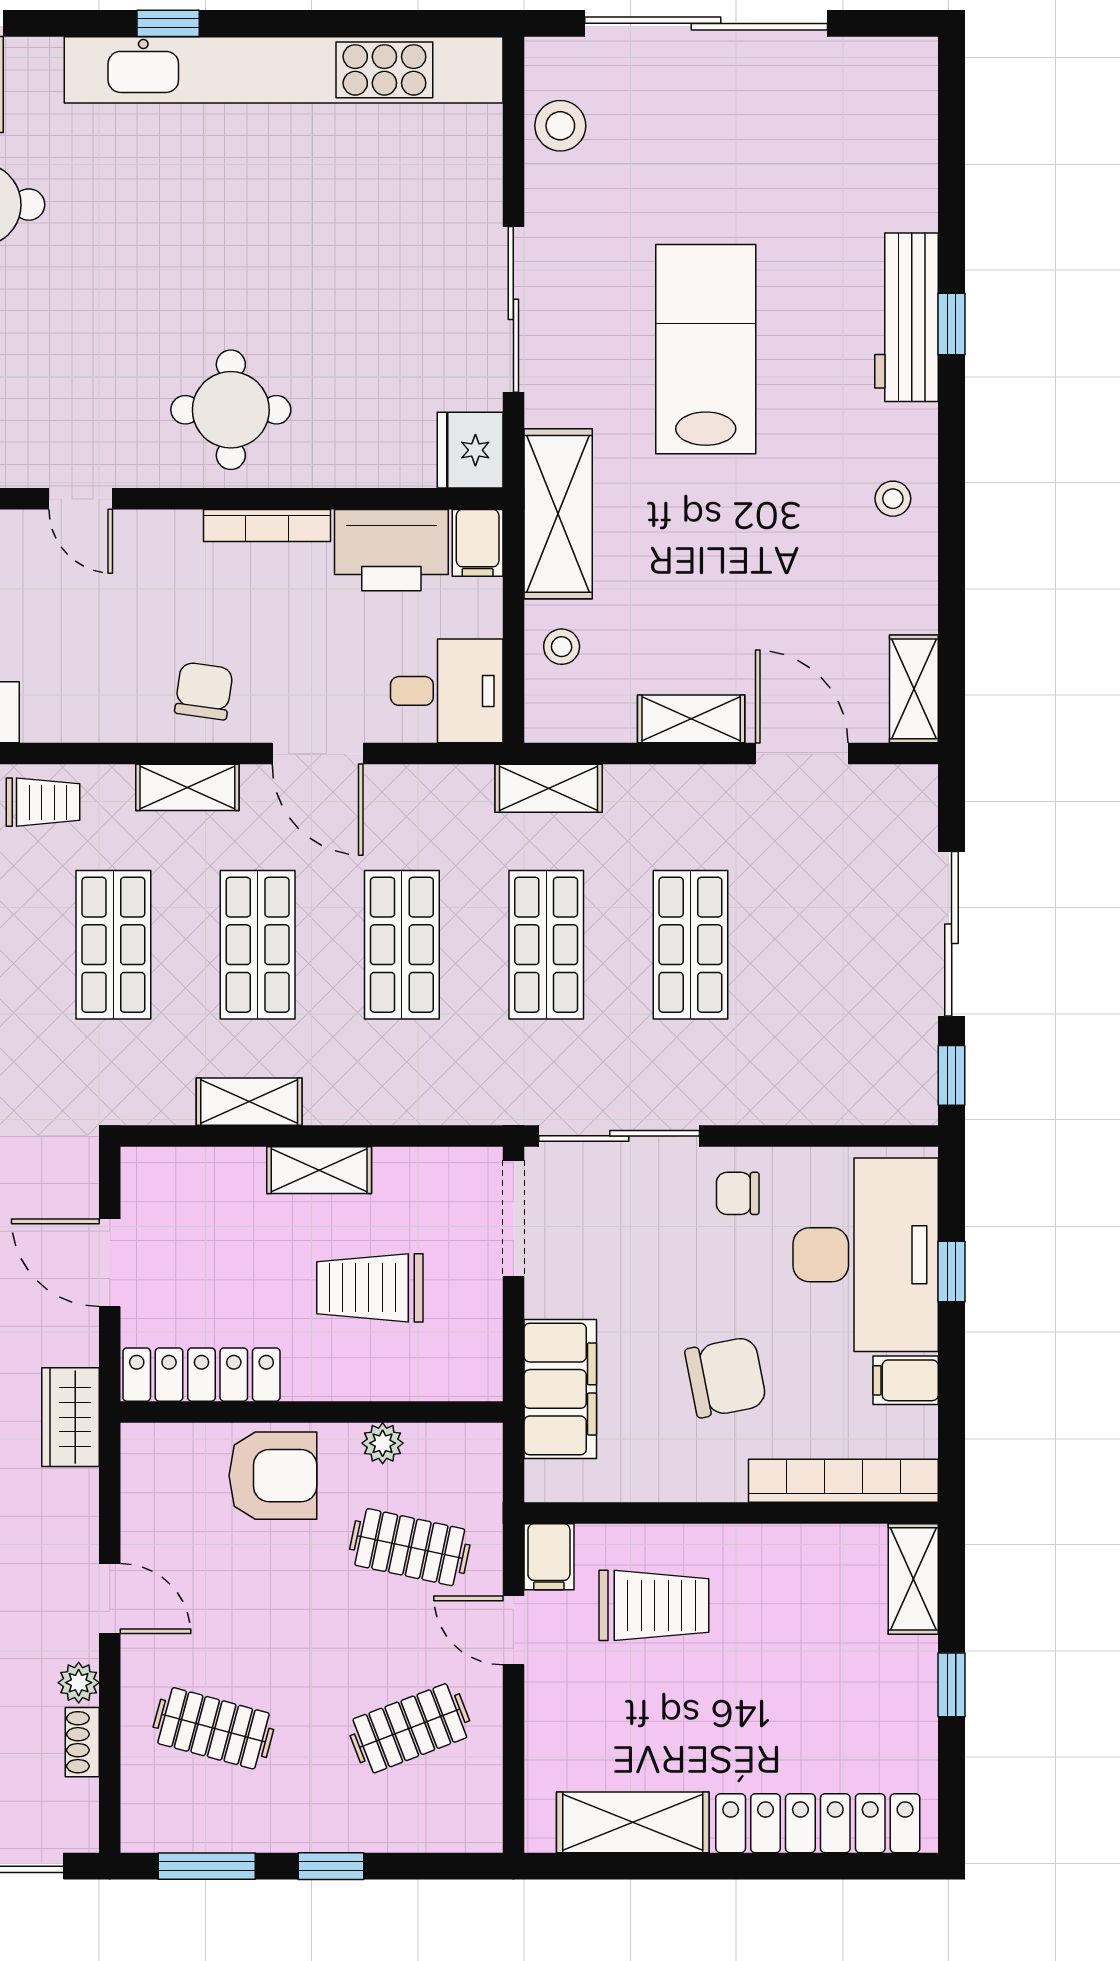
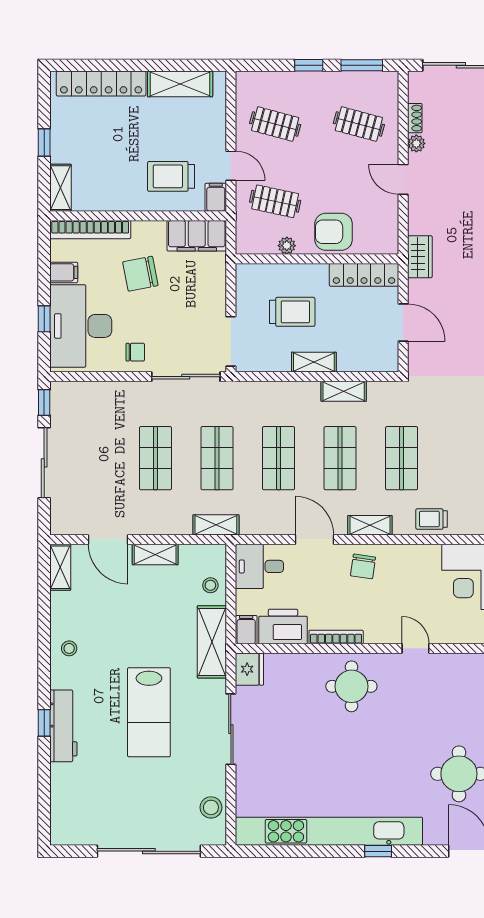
filing cabinet: (560, 1389) -> (197, 236), moved, turned -90
clothes rail: (410, 1728) -> (275, 124), turned 36

